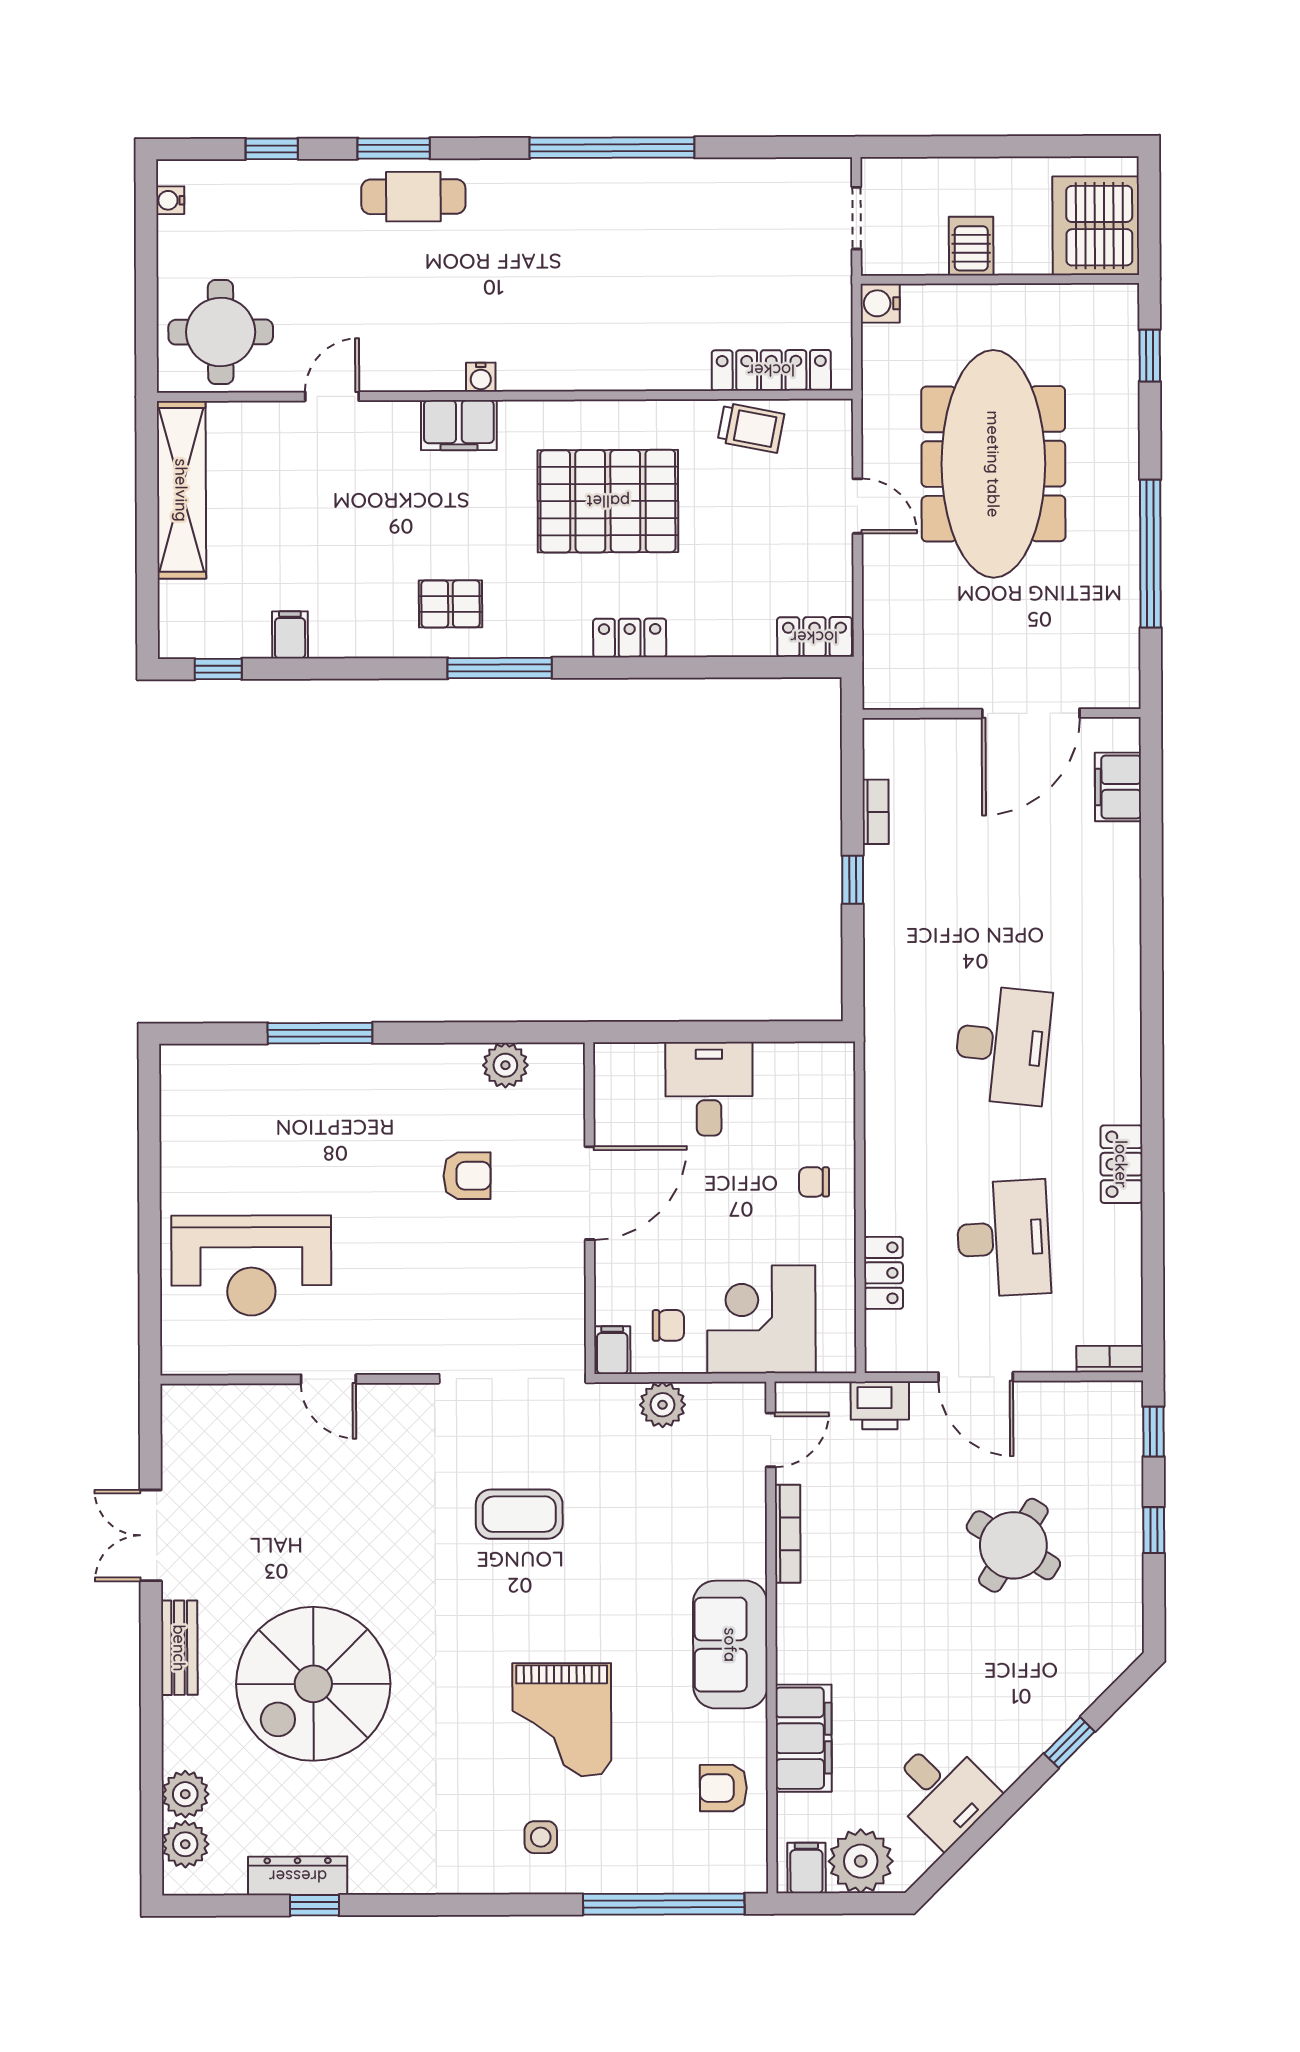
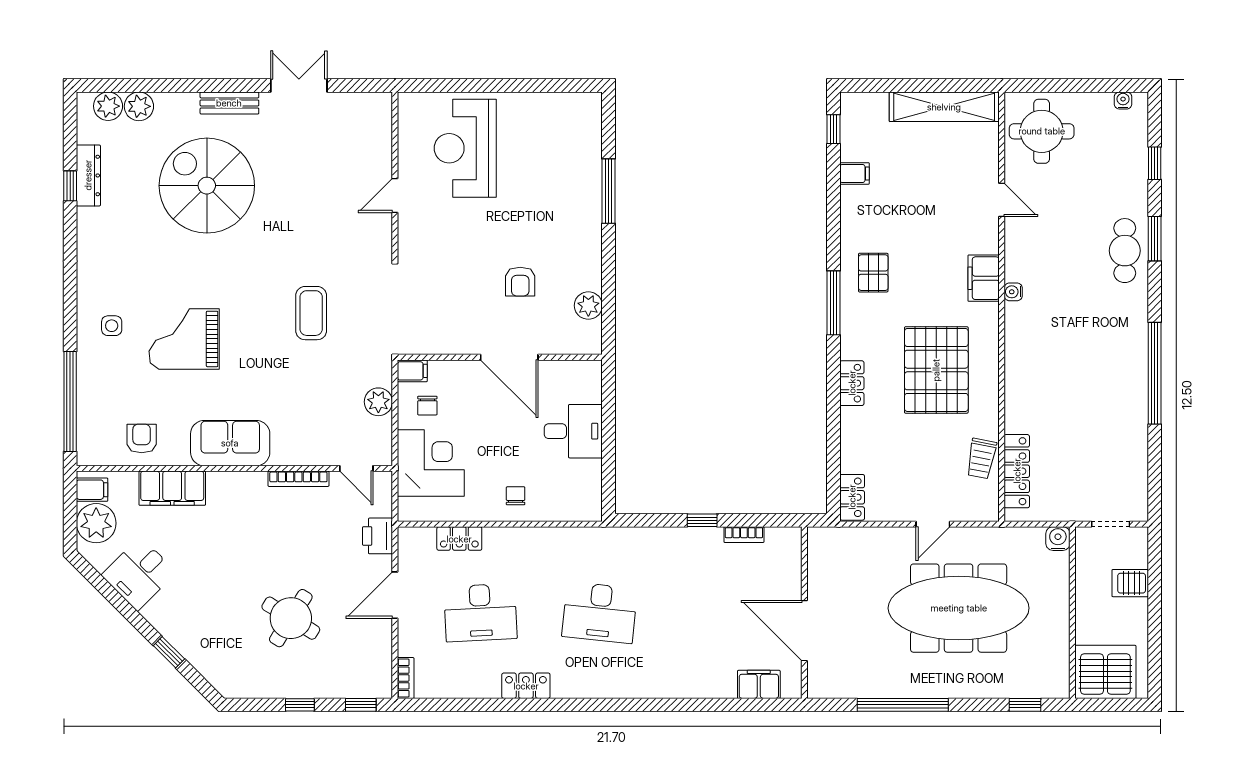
server rack: (971, 246) -> (1130, 583), moved, turned 180

